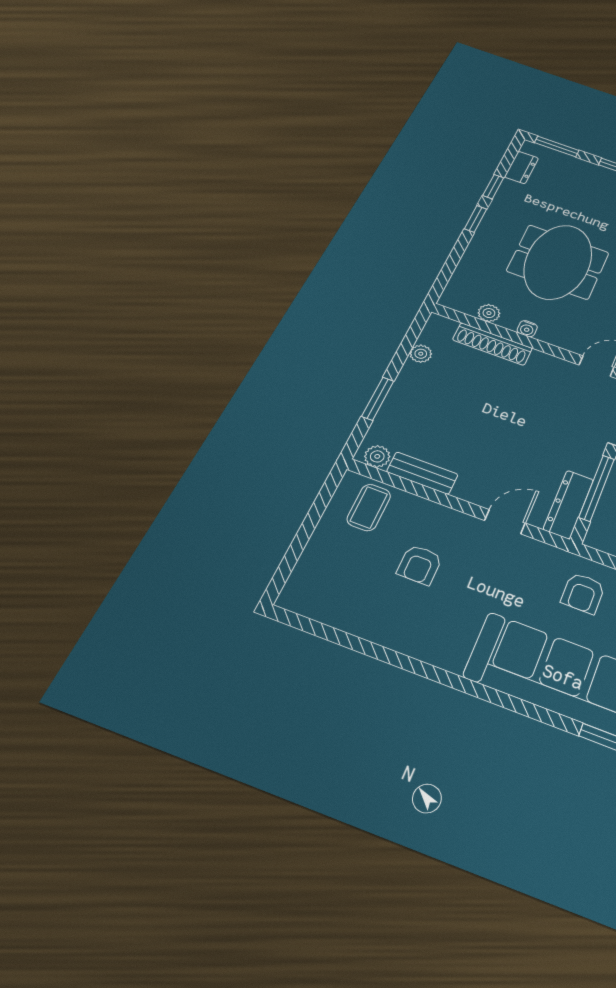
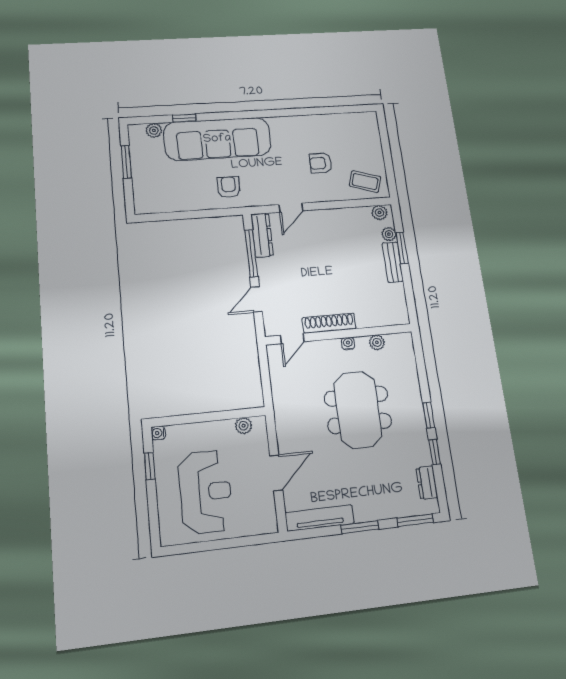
shoe rack: (492, 344) -> (329, 323), moved
plant: (421, 354) -> (389, 234), moved
bench: (422, 473) -> (393, 262), moved, turned 90
coffee table: (369, 507) -> (365, 182), turned -72
armchair: (420, 565) -> (321, 163), turned -90

